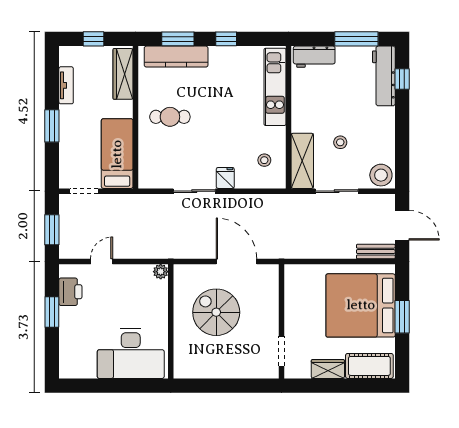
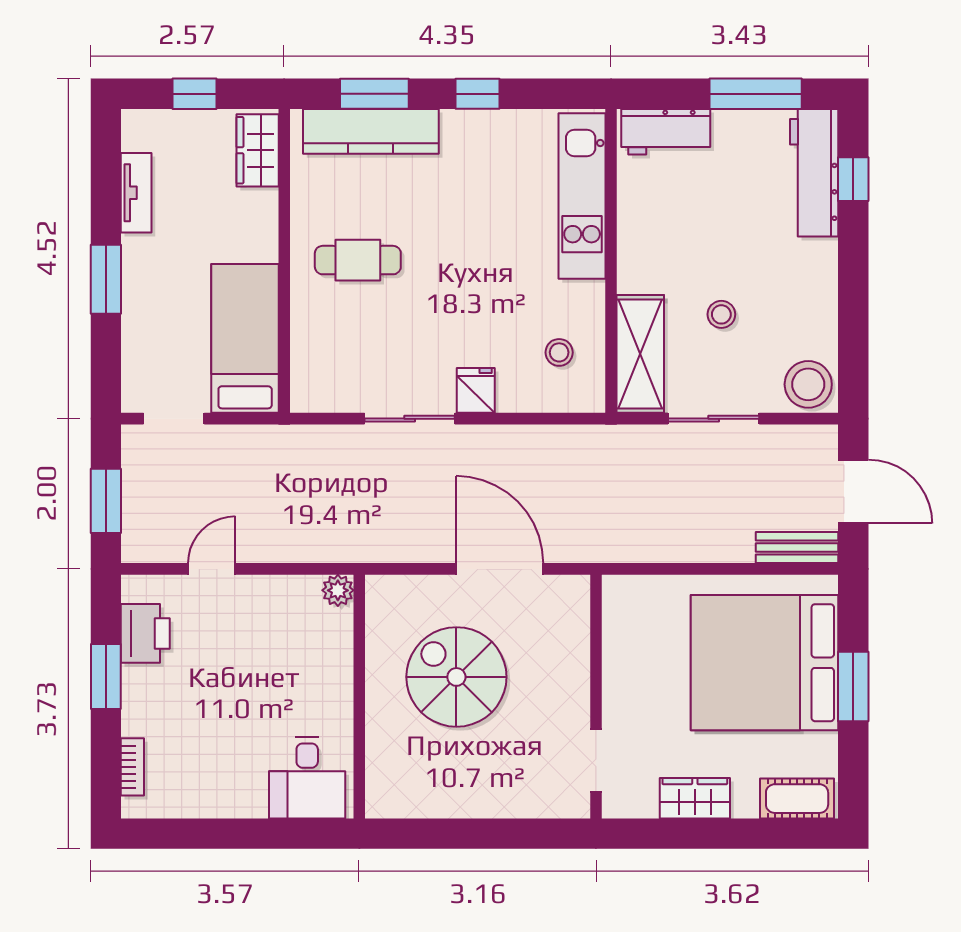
wardrobe: (123, 74) -> (258, 150), width x0.67
bookcase: (64, 354) -> (132, 767), added
desk: (131, 354) -> (307, 778), width x0.53, depth x0.77
cot: (369, 366) -> (797, 799), width x0.73, depth x0.75

